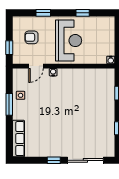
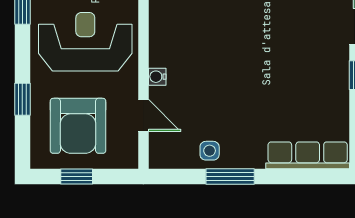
armchair: (31, 37) -> (78, 126), width x1.88, depth x1.88
window: (9, 48) -> (77, 176), moved

